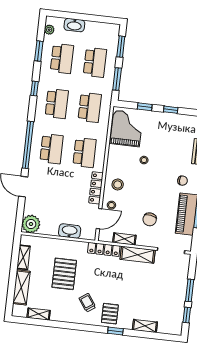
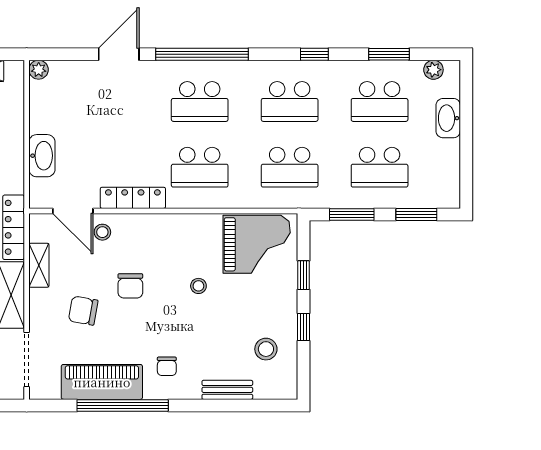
stool: (118, 184) -> (266, 349), moved
chair: (140, 194) -> (130, 286), added
plant: (31, 224) -> (39, 70), width x0.53, depth x0.53

